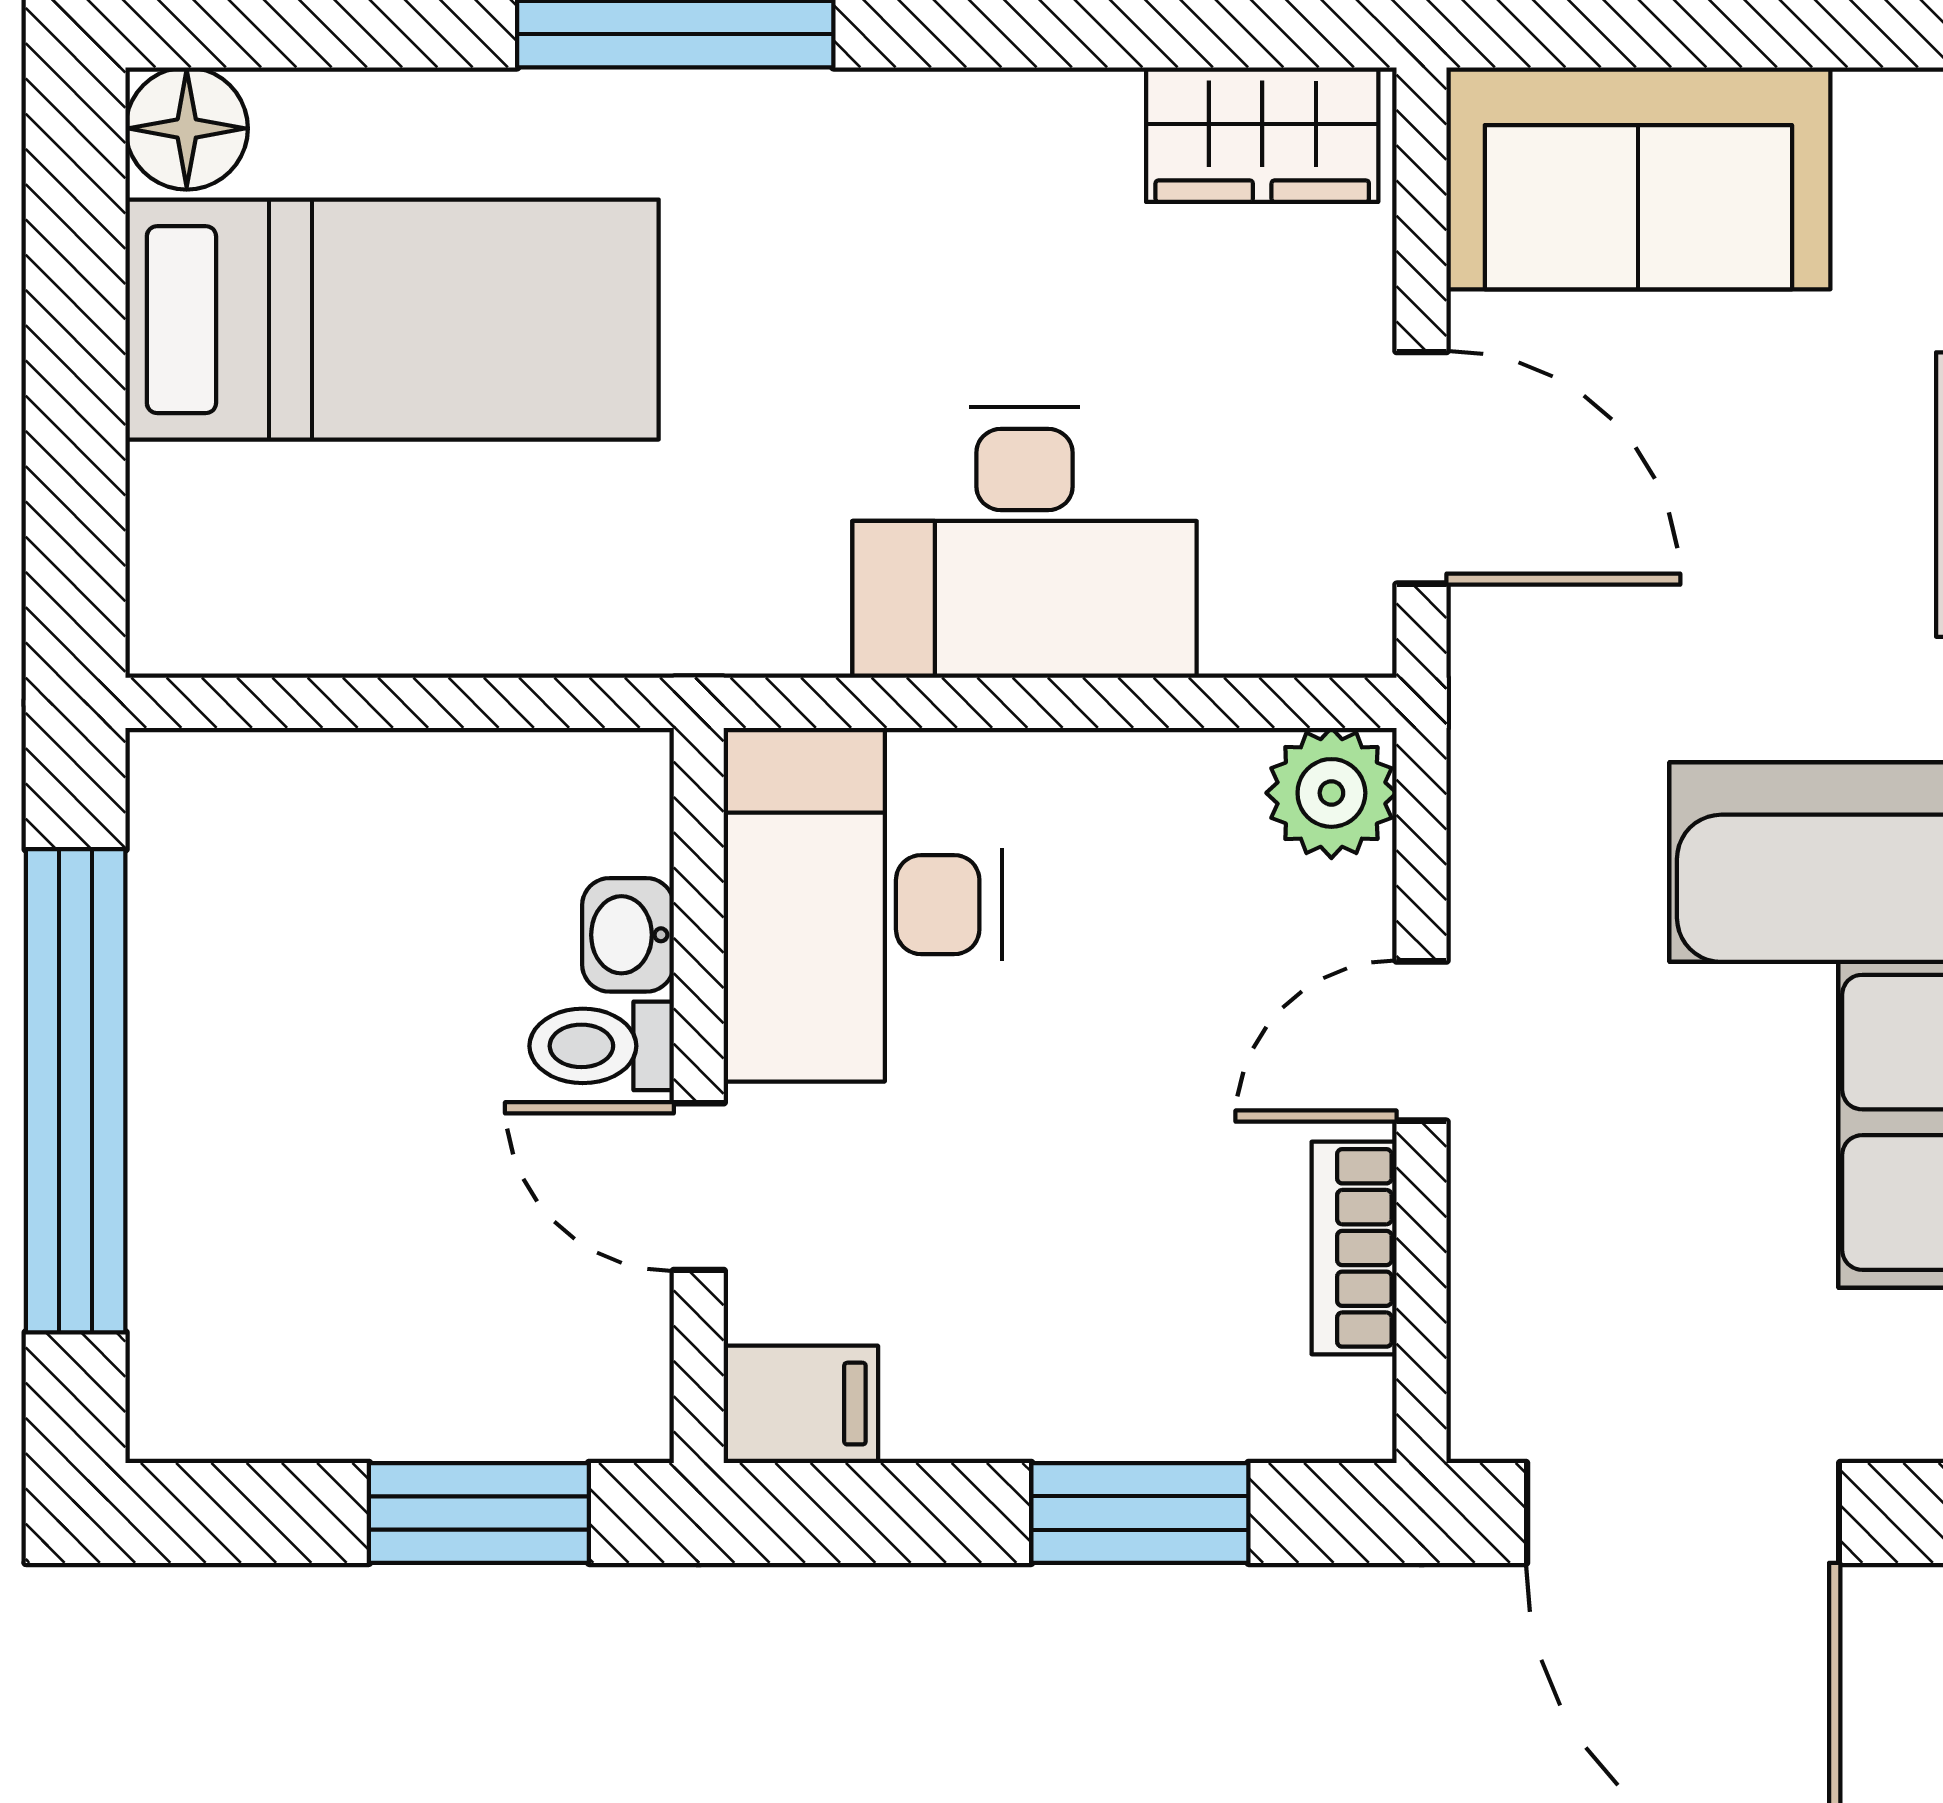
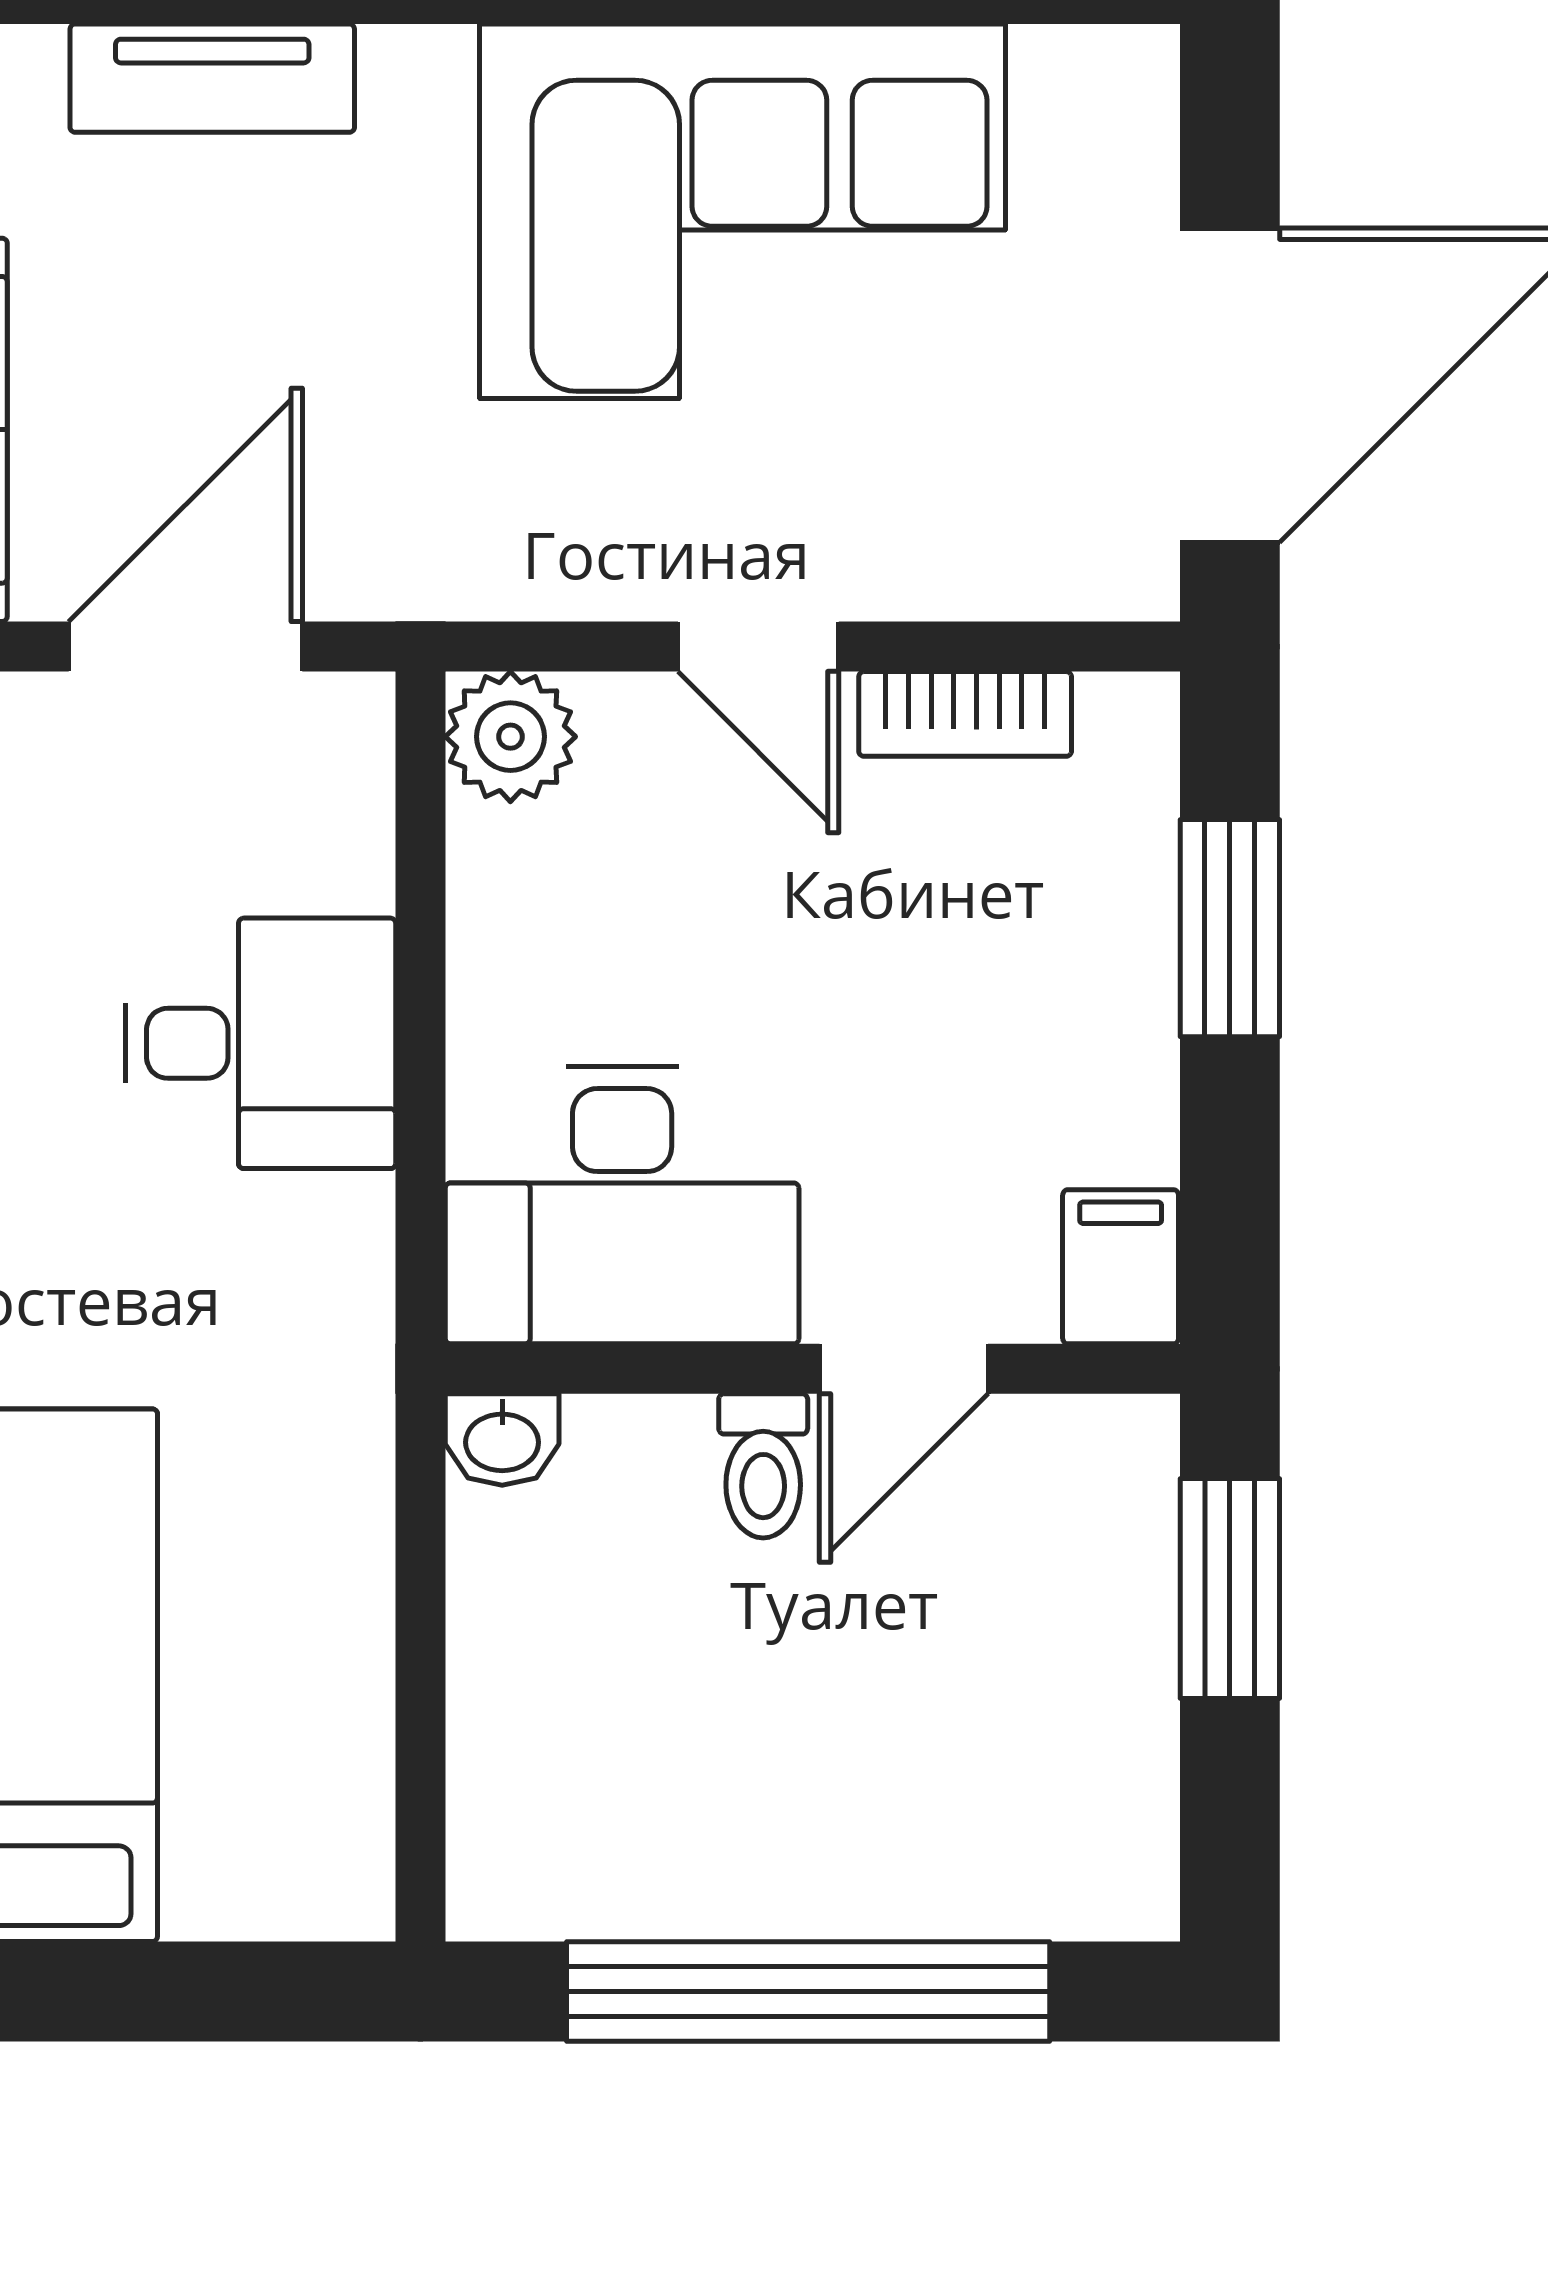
desk: (1024, 543) -> (260, 1043), width x0.73
washbasin: (628, 935) -> (502, 1440), moved

